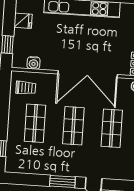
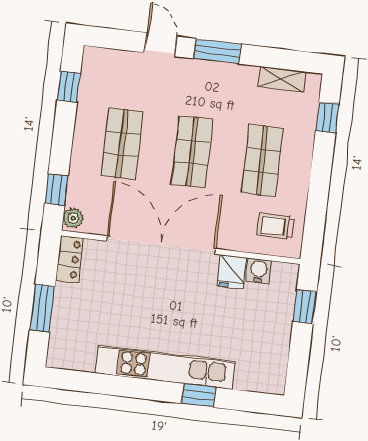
fridge: (23, 21) -> (232, 272), moved, turned -90
shelving: (27, 168) -> (282, 79), added

